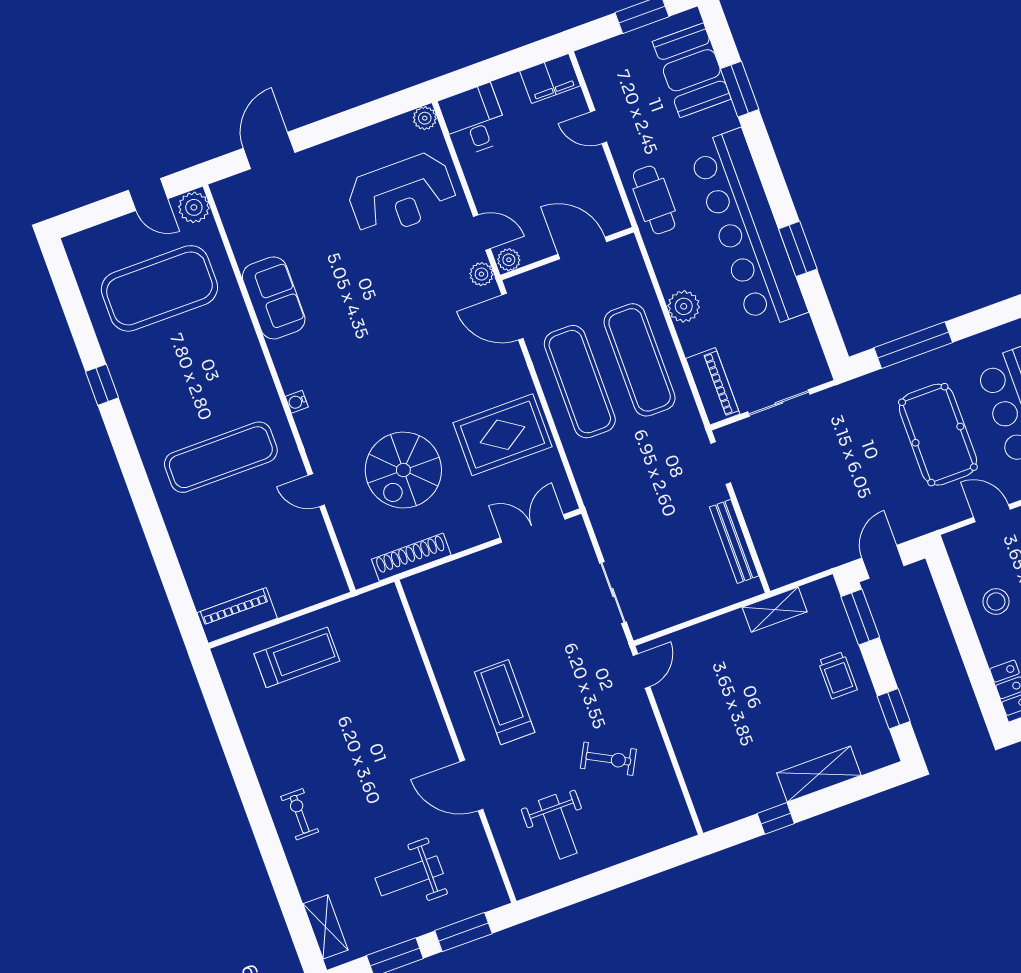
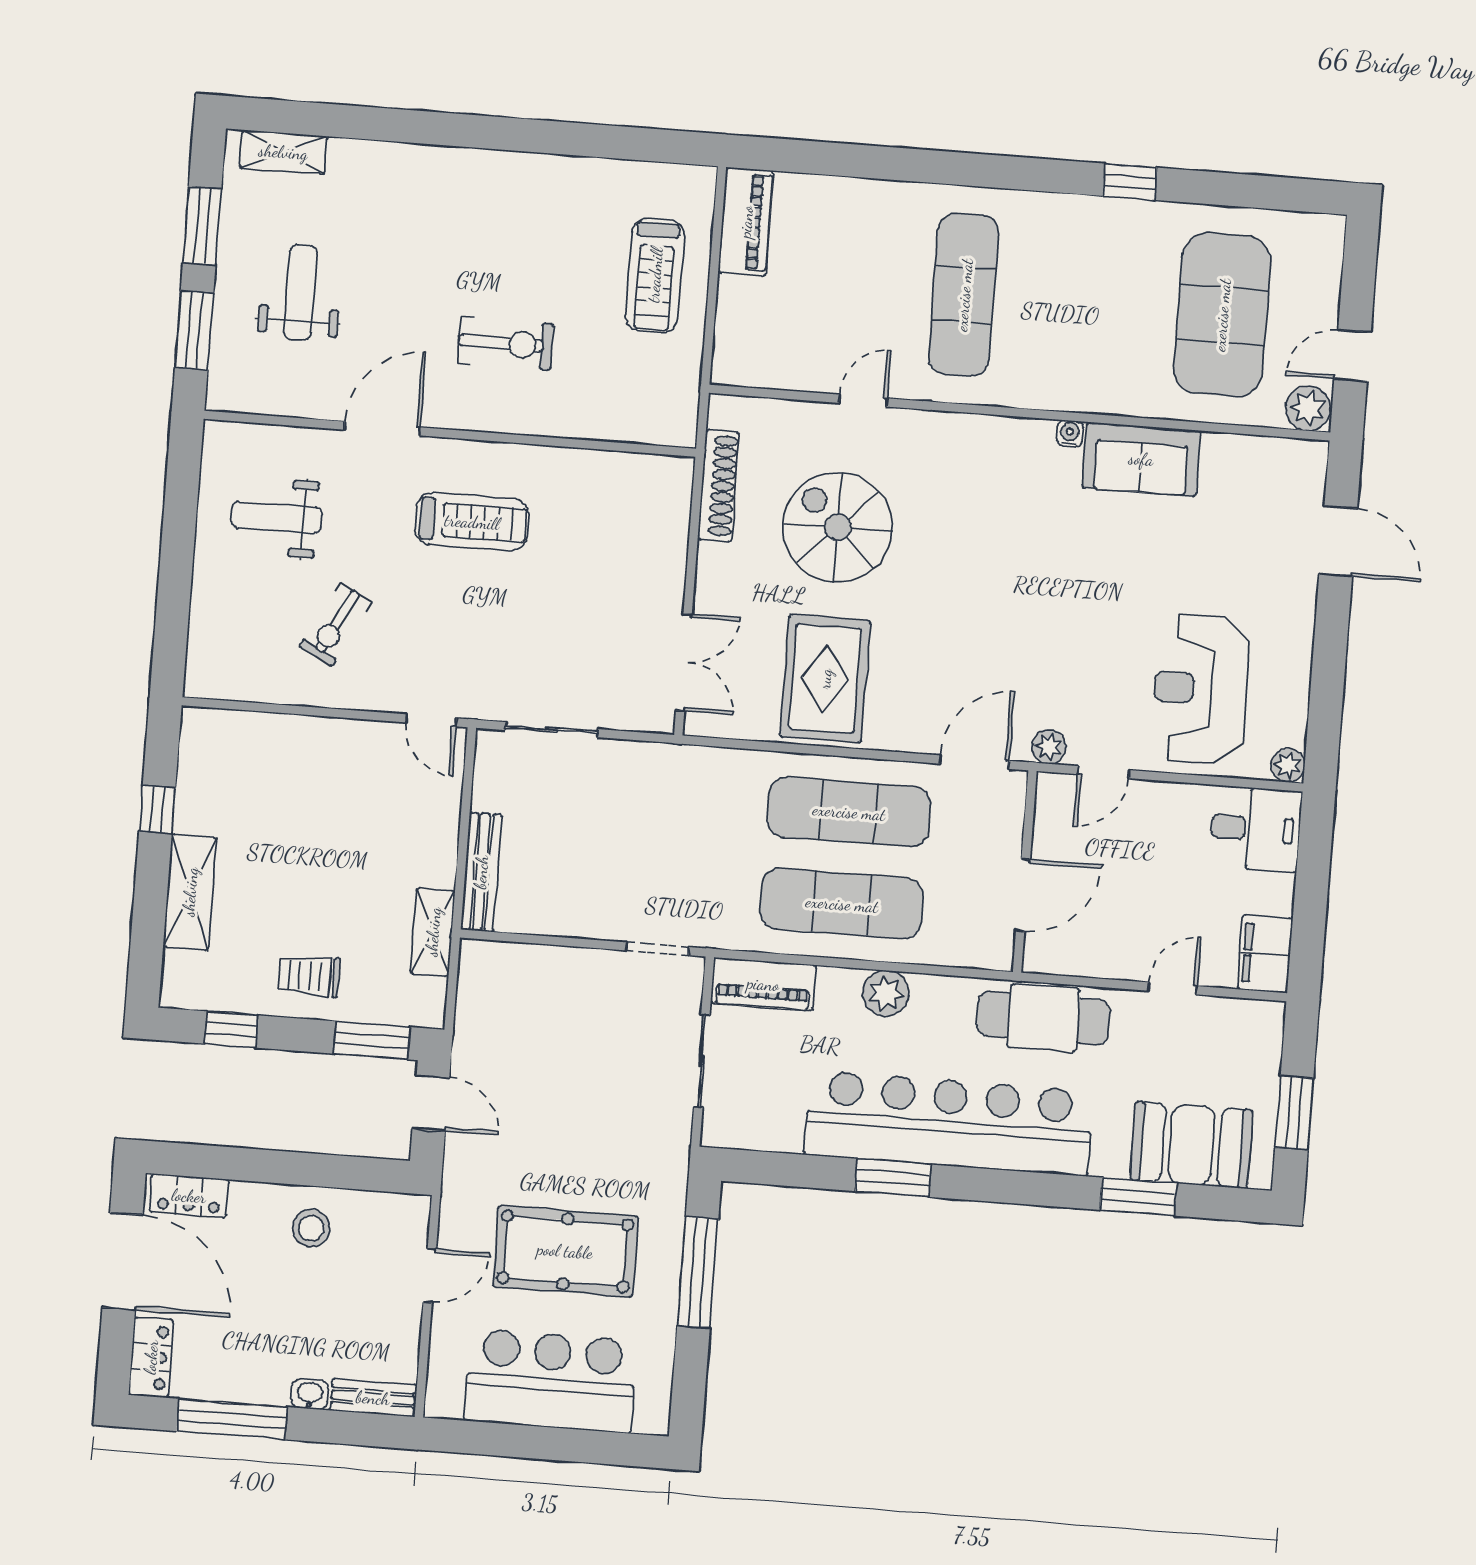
cafe table: (654, 200) -> (1043, 1018), width x1.37, depth x1.35
plant: (509, 260) -> (1051, 791), removed
water cooler: (297, 402) -> (1070, 434), moved
bench: (734, 541) -> (481, 872), moved, turned 90
exercise bike: (300, 814) -> (506, 343), moved, width x1.38, depth x1.39

